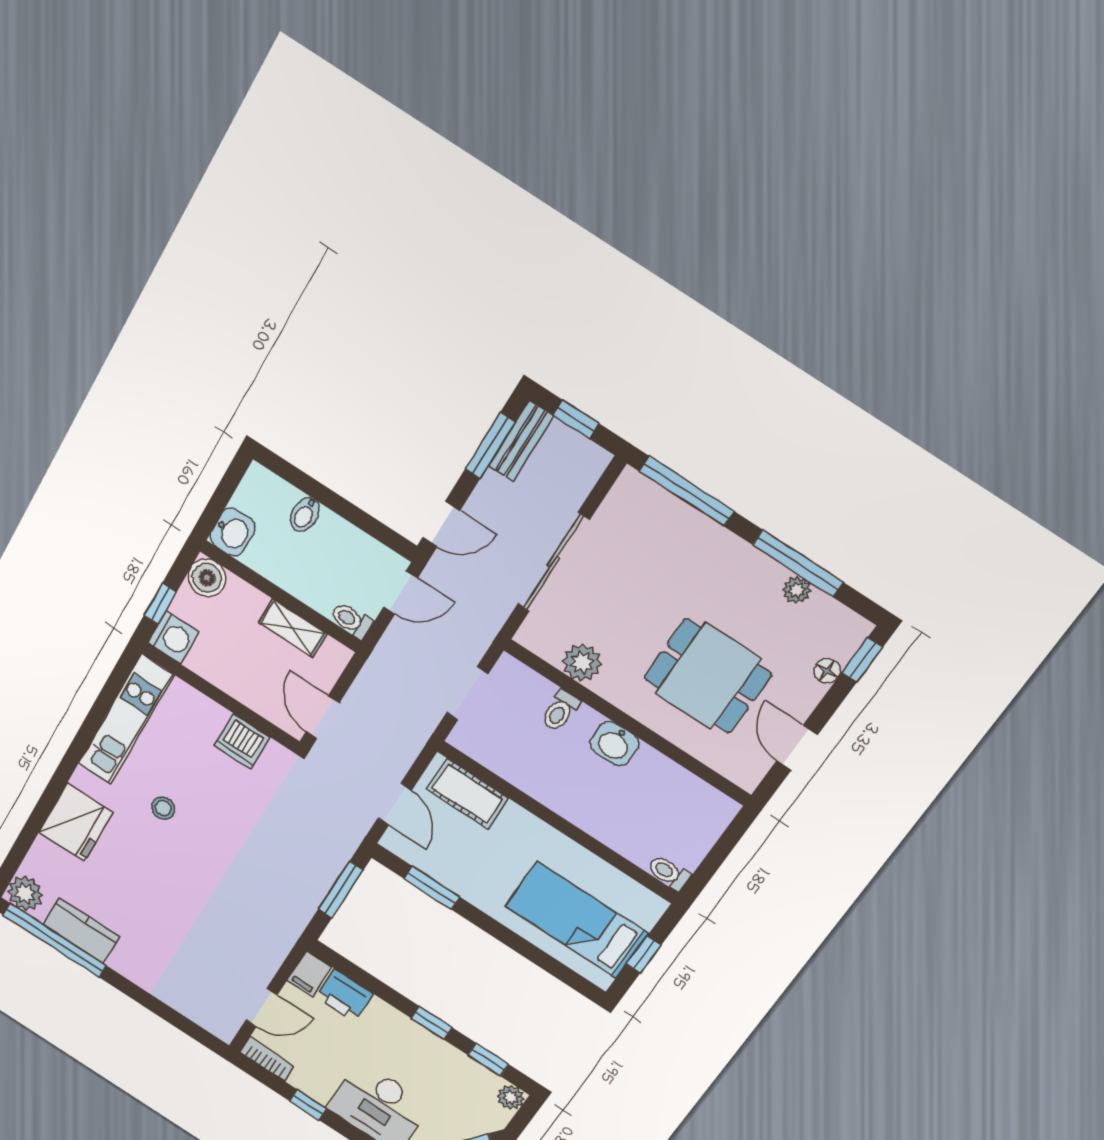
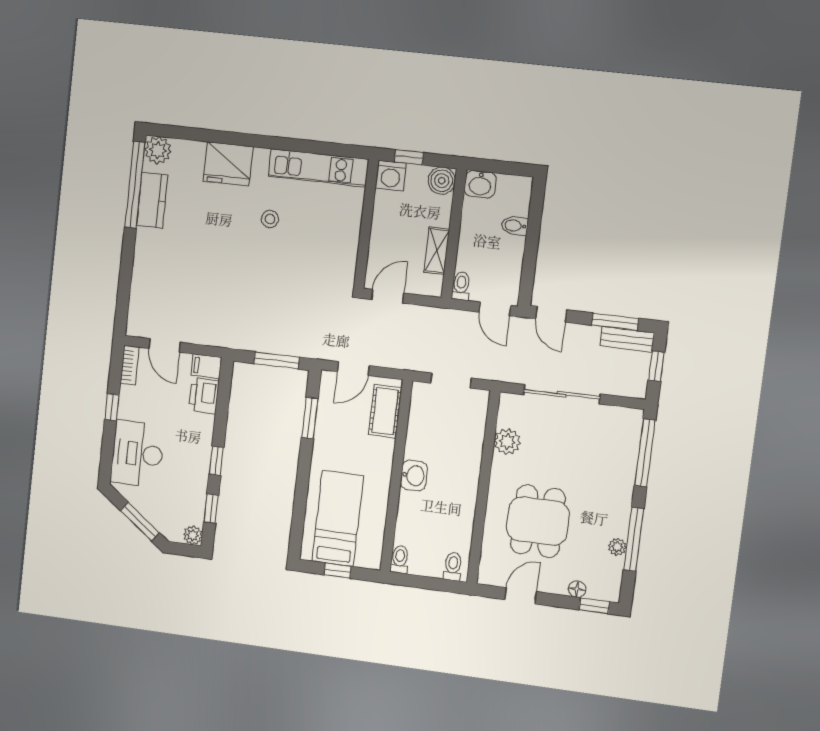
toilet: (560, 711) -> (453, 566), moved, turned 90
dishwasher: (242, 741) -> (344, 251), removed
washbasin: (614, 743) -> (414, 476), moved, turned 180

